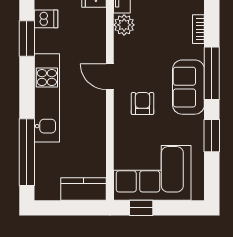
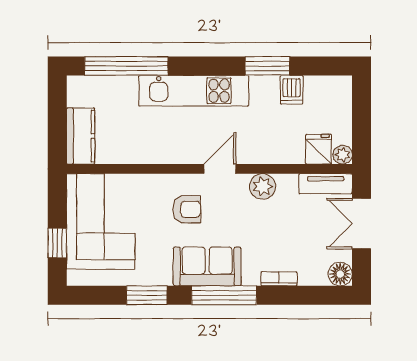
plant: (124, 25) -> (262, 187), moved
window: (141, 208) -> (57, 243), moved

